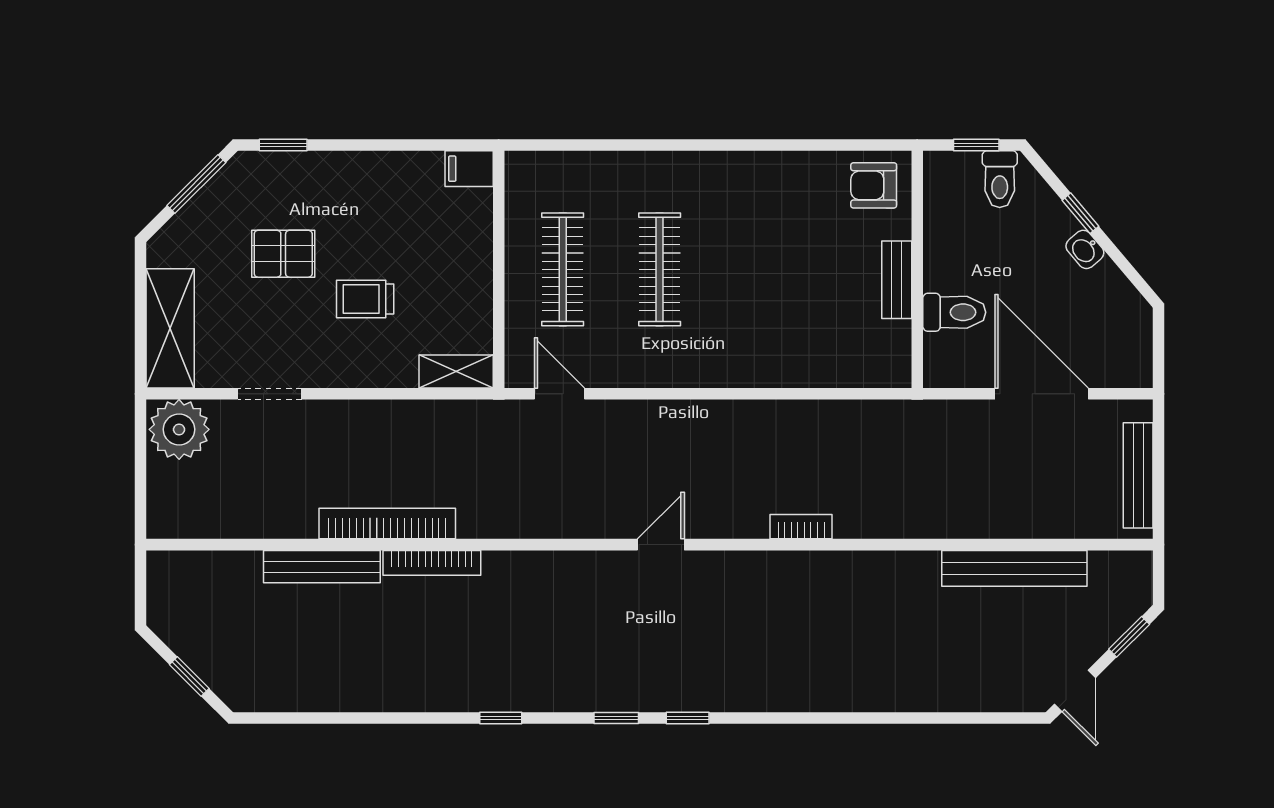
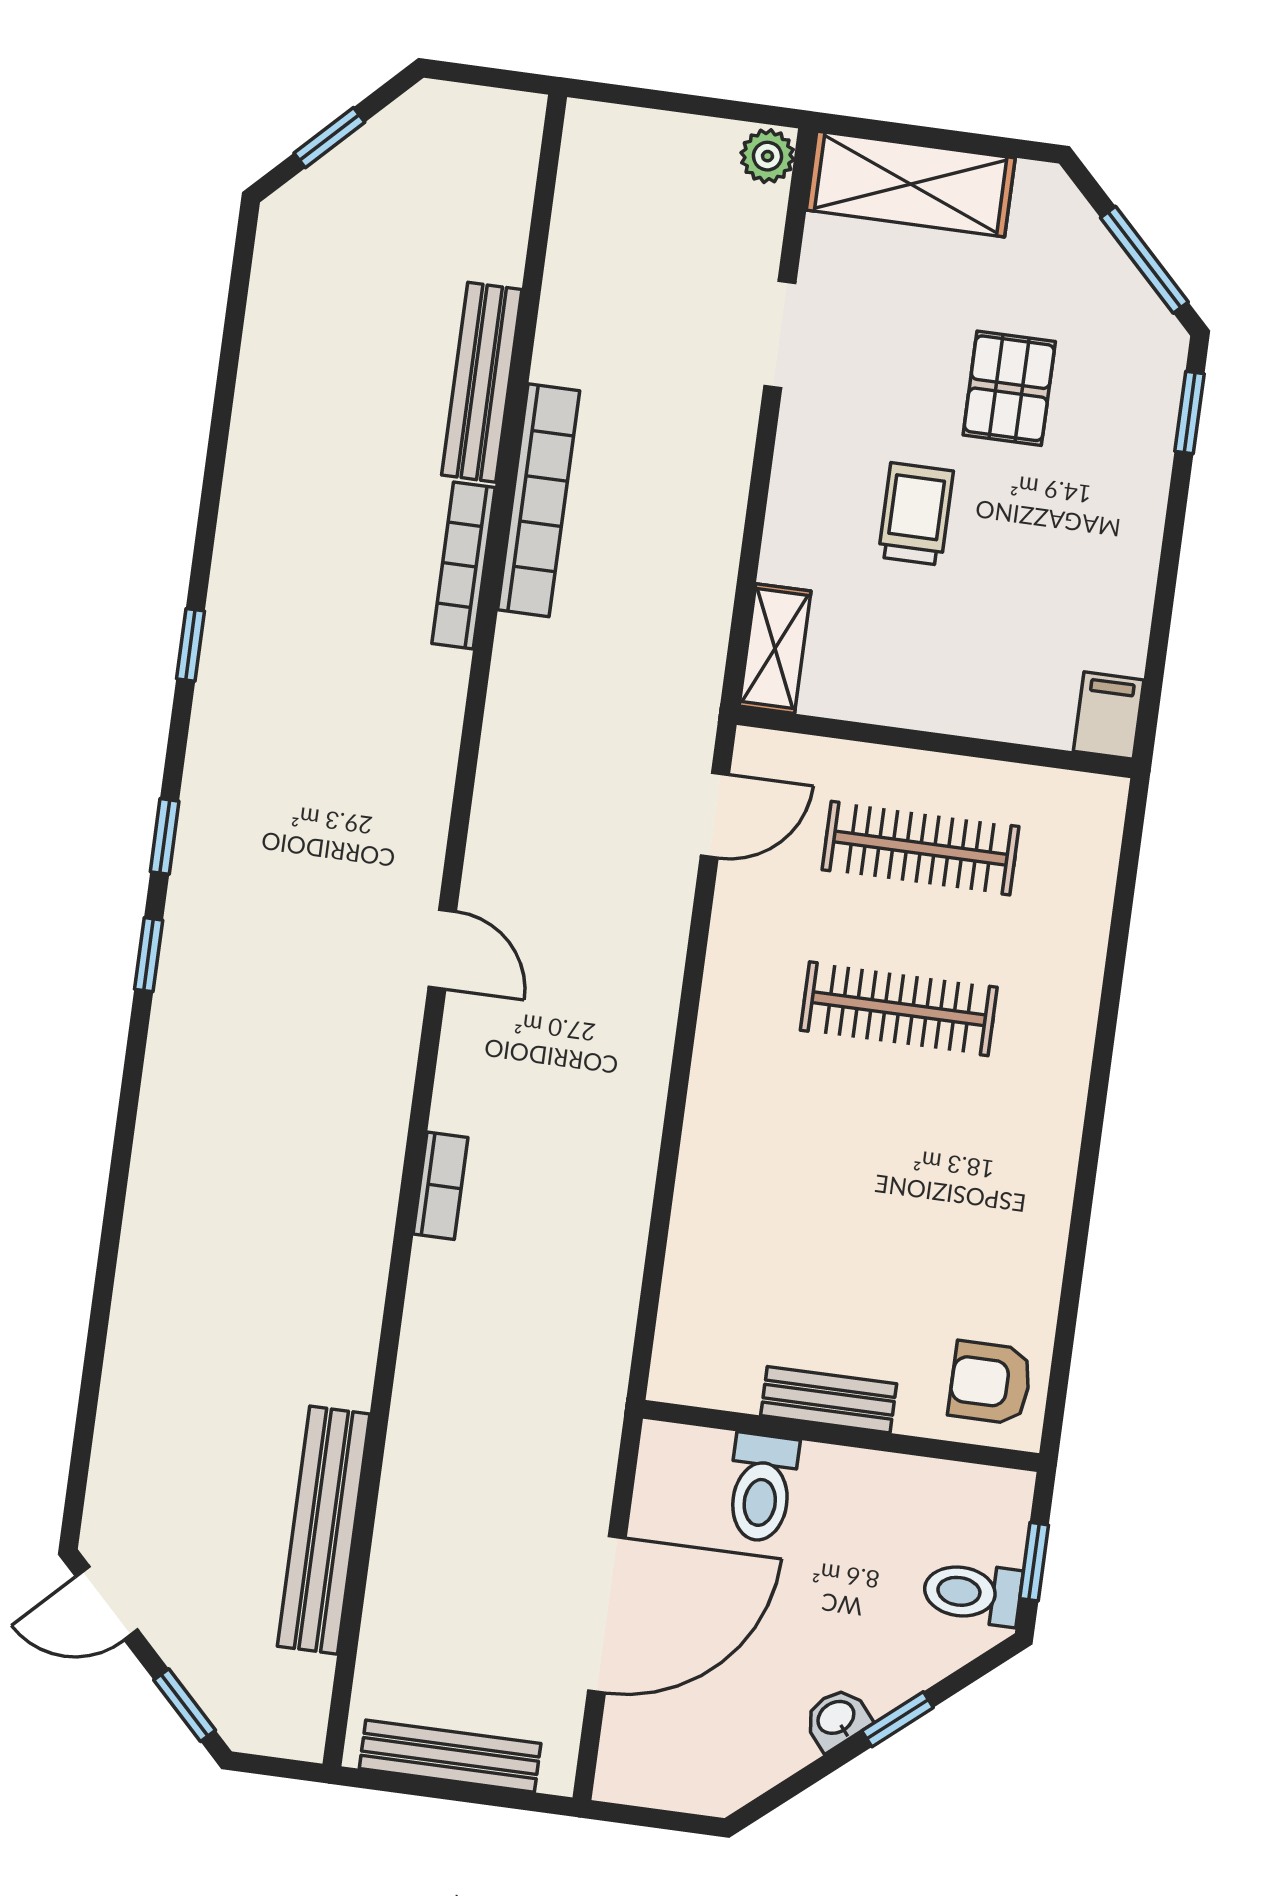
armchair: (874, 185) -> (990, 1383), turned -90
plant: (179, 429) -> (767, 156), width x0.53, depth x0.53

